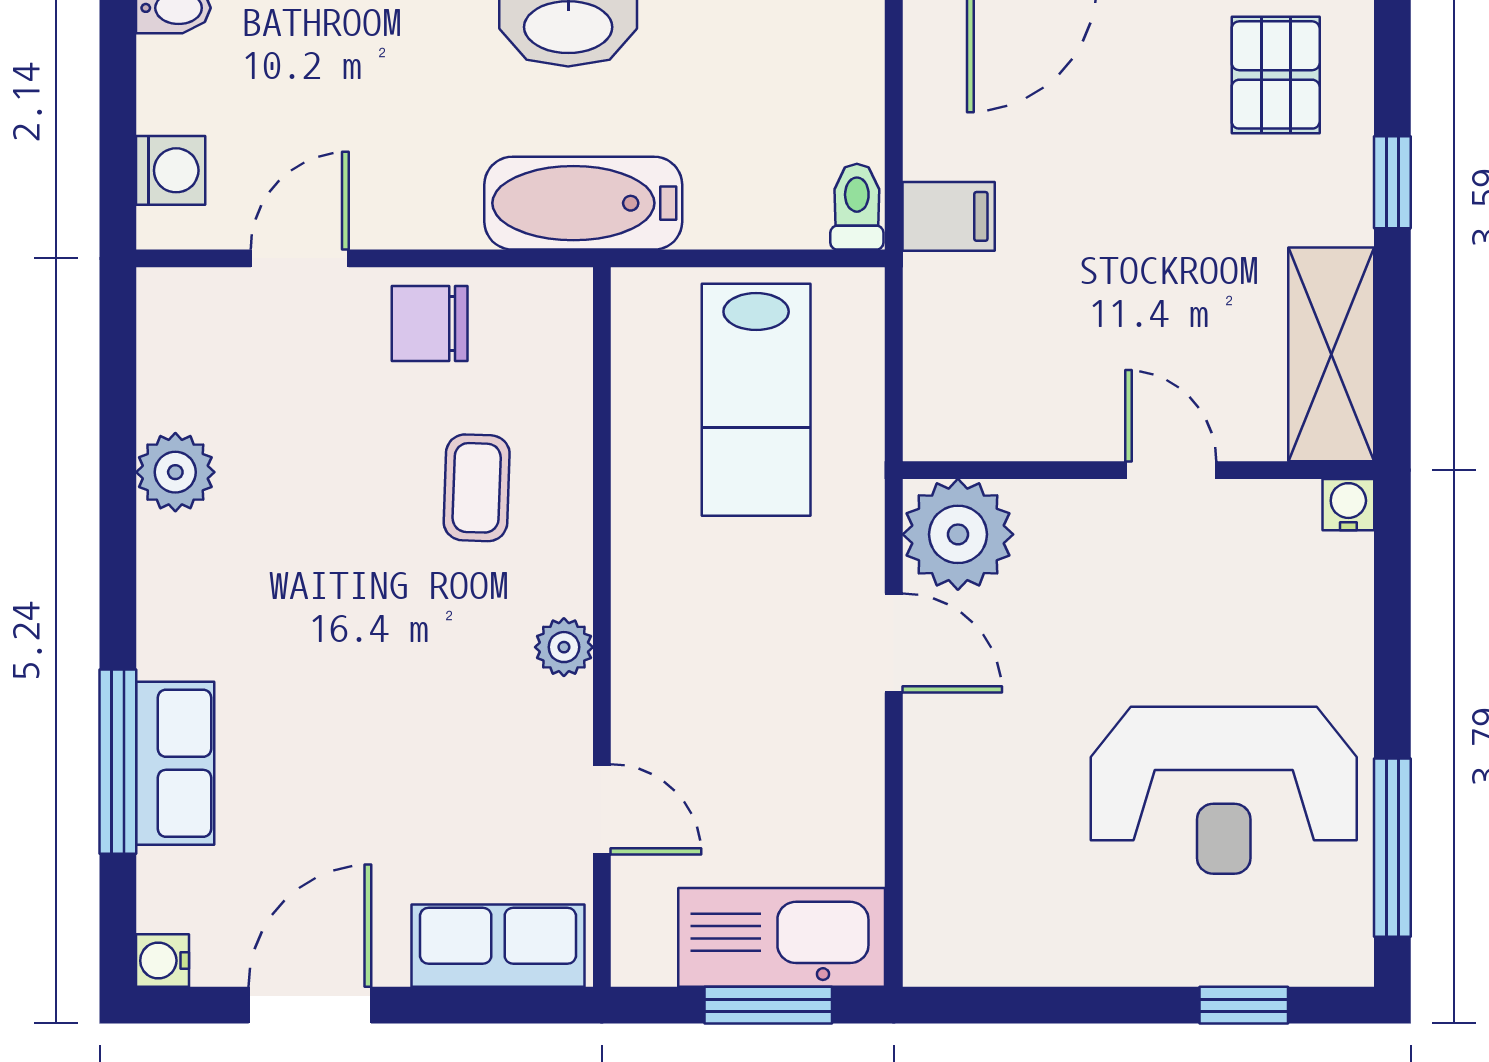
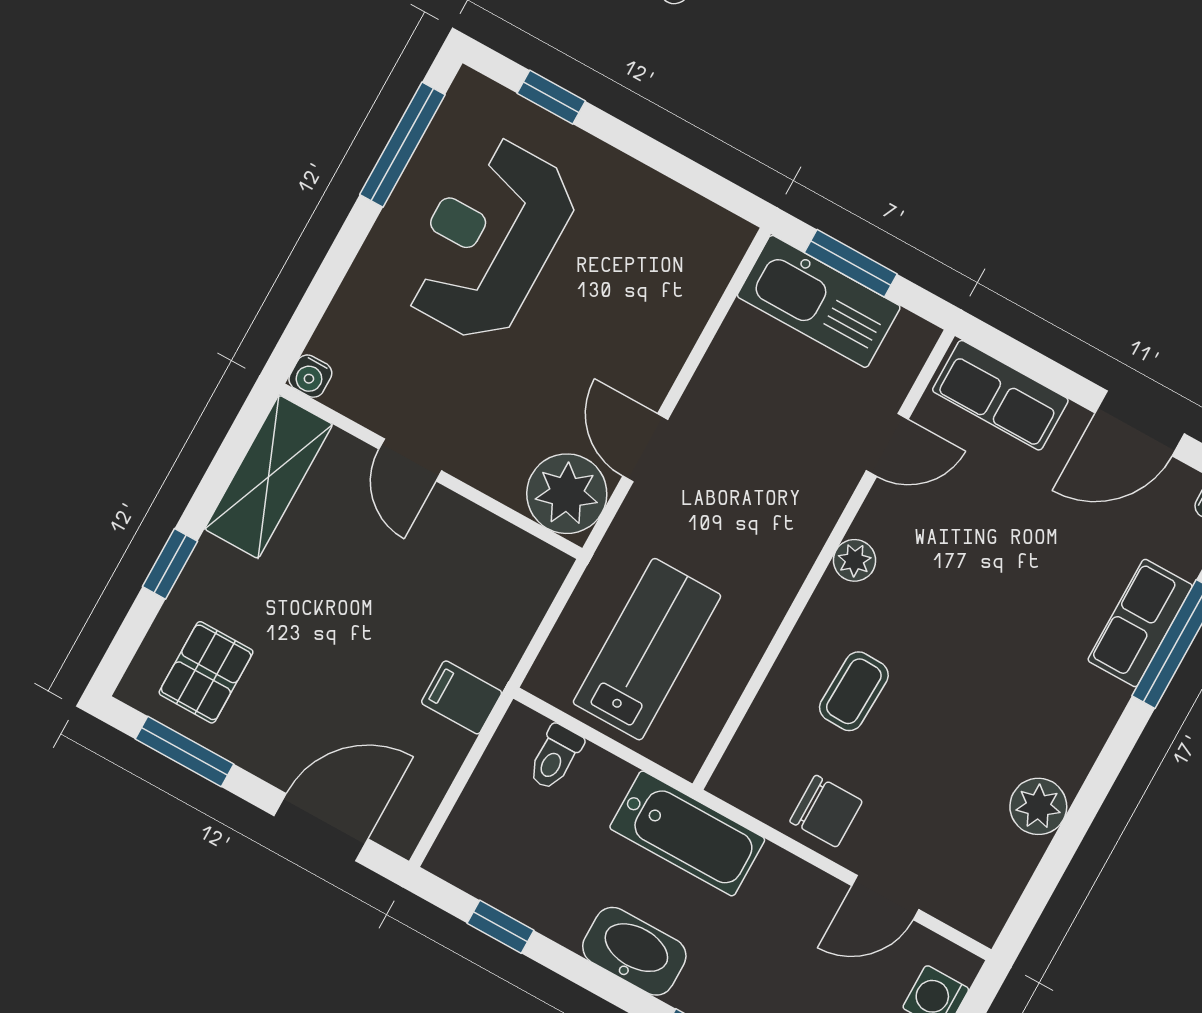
toilet: (857, 207) -> (555, 757), moved
reception desk: (1224, 790) -> (489, 240), turned -90
door: (602, 809) -> (887, 445), swing flipped

